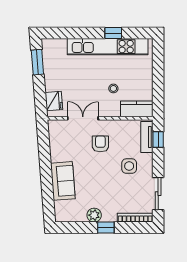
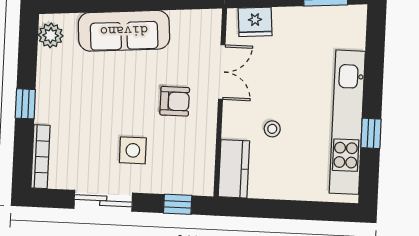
tv unit: (147, 137) -> (183, 184), removed
sofa: (63, 181) -> (124, 31), width x1.36
sliding door: (158, 194) -> (103, 201), moved
plant: (94, 215) -> (51, 35), moved

